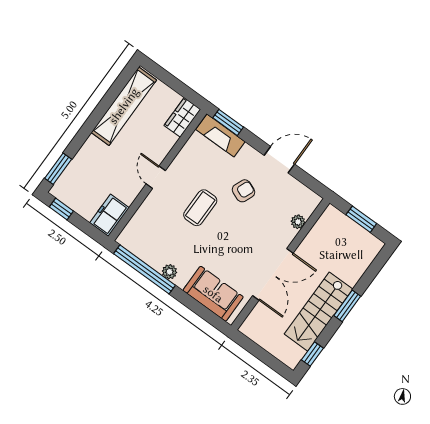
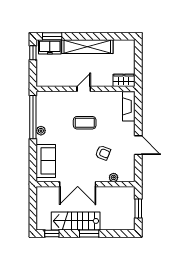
shelving: (124, 106) -> (87, 47), moved
window: (228, 122) -> (138, 105), removed
armchair: (243, 191) -> (103, 153), moved
freezer: (109, 215) -> (50, 47), moved, turned 180

